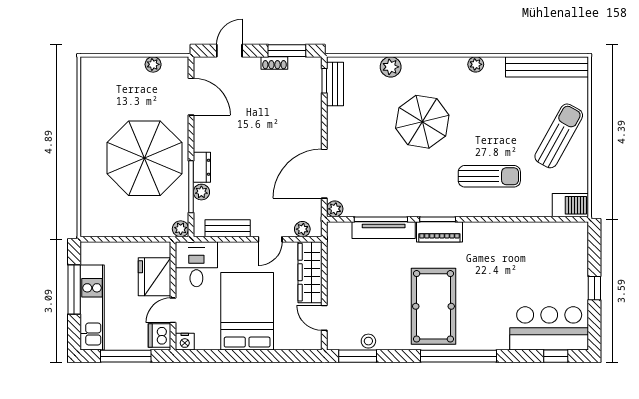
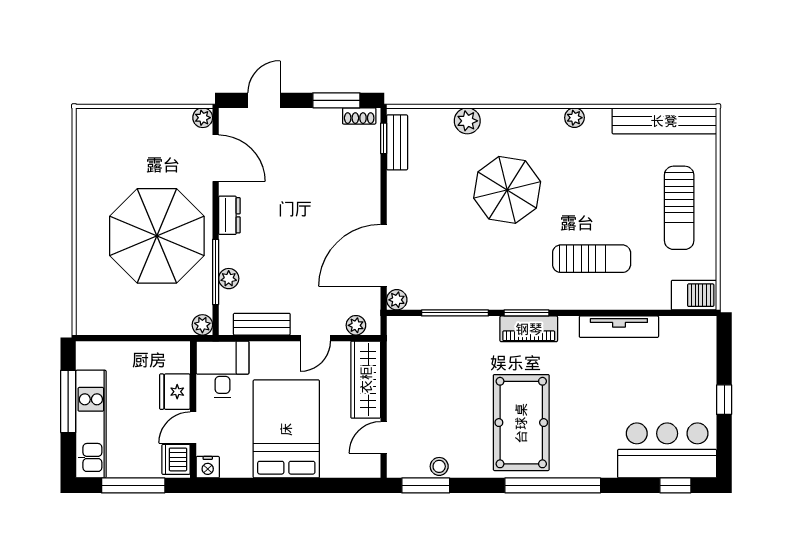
shoe rack: (274, 63) -> (359, 116), moved
plant: (153, 64) -> (203, 118), moved
sun lounger: (559, 136) -> (679, 208), turned 151
dresser: (202, 167) -> (229, 215), moved
tv unit: (384, 230) -> (619, 327), moved
fridge: (155, 277) -> (175, 392), width x0.73, depth x0.75
door: (324, 318) -> (384, 437), hinge flipped

